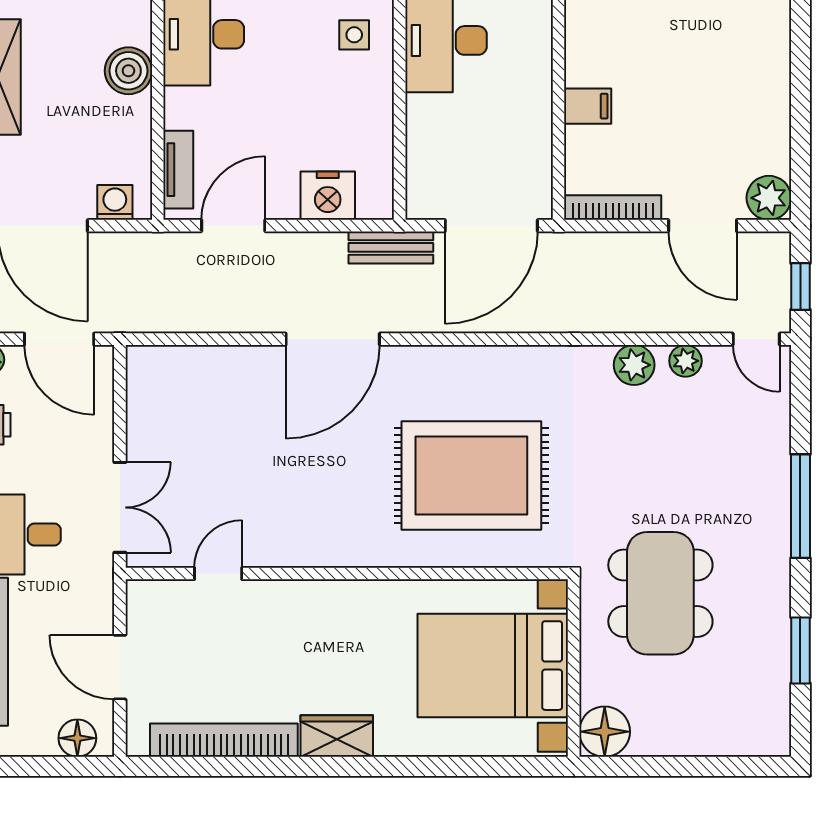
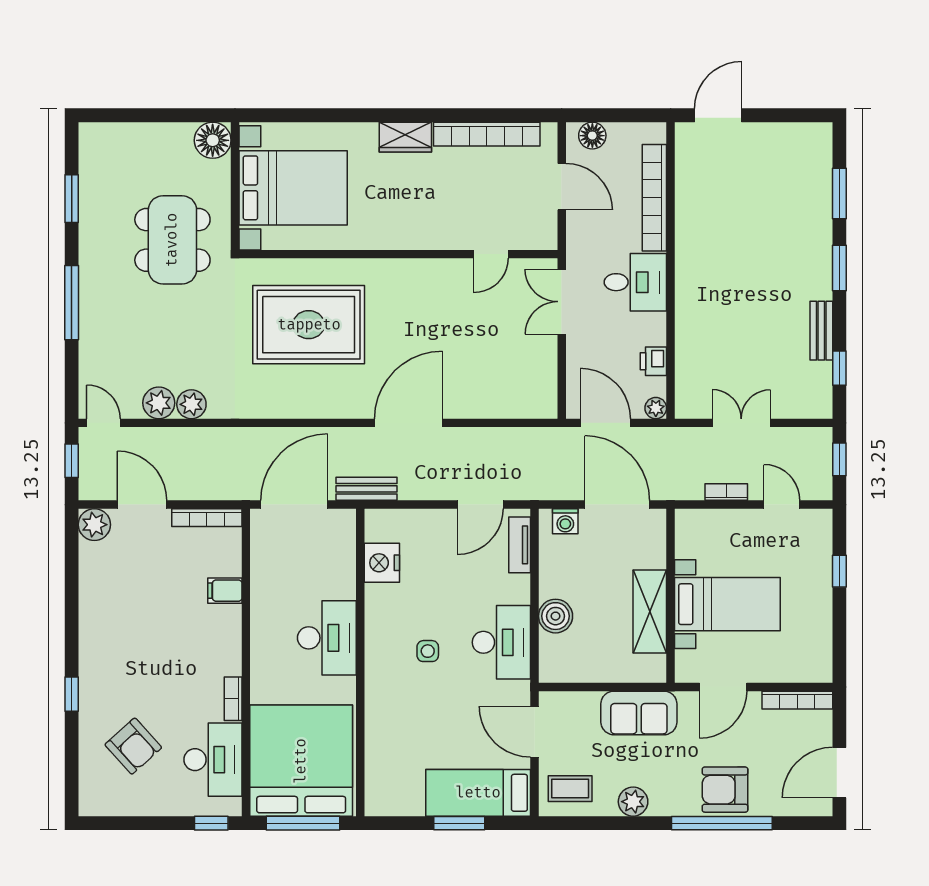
side table: (354, 35) -> (428, 651), moved
nightstand: (328, 196) -> (382, 563), moved, turned -90
plant: (685, 361) -> (159, 403), width x1.38, depth x1.38

